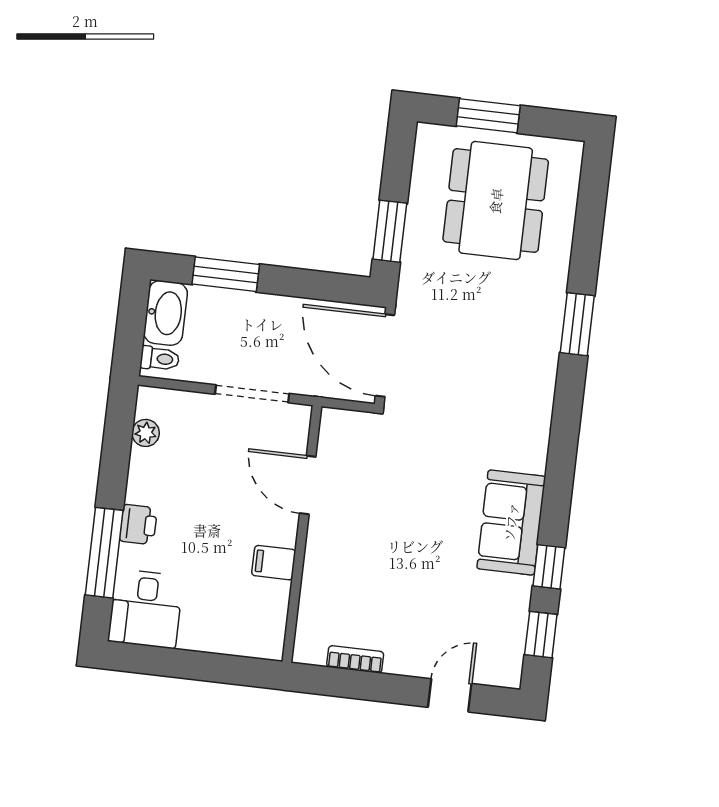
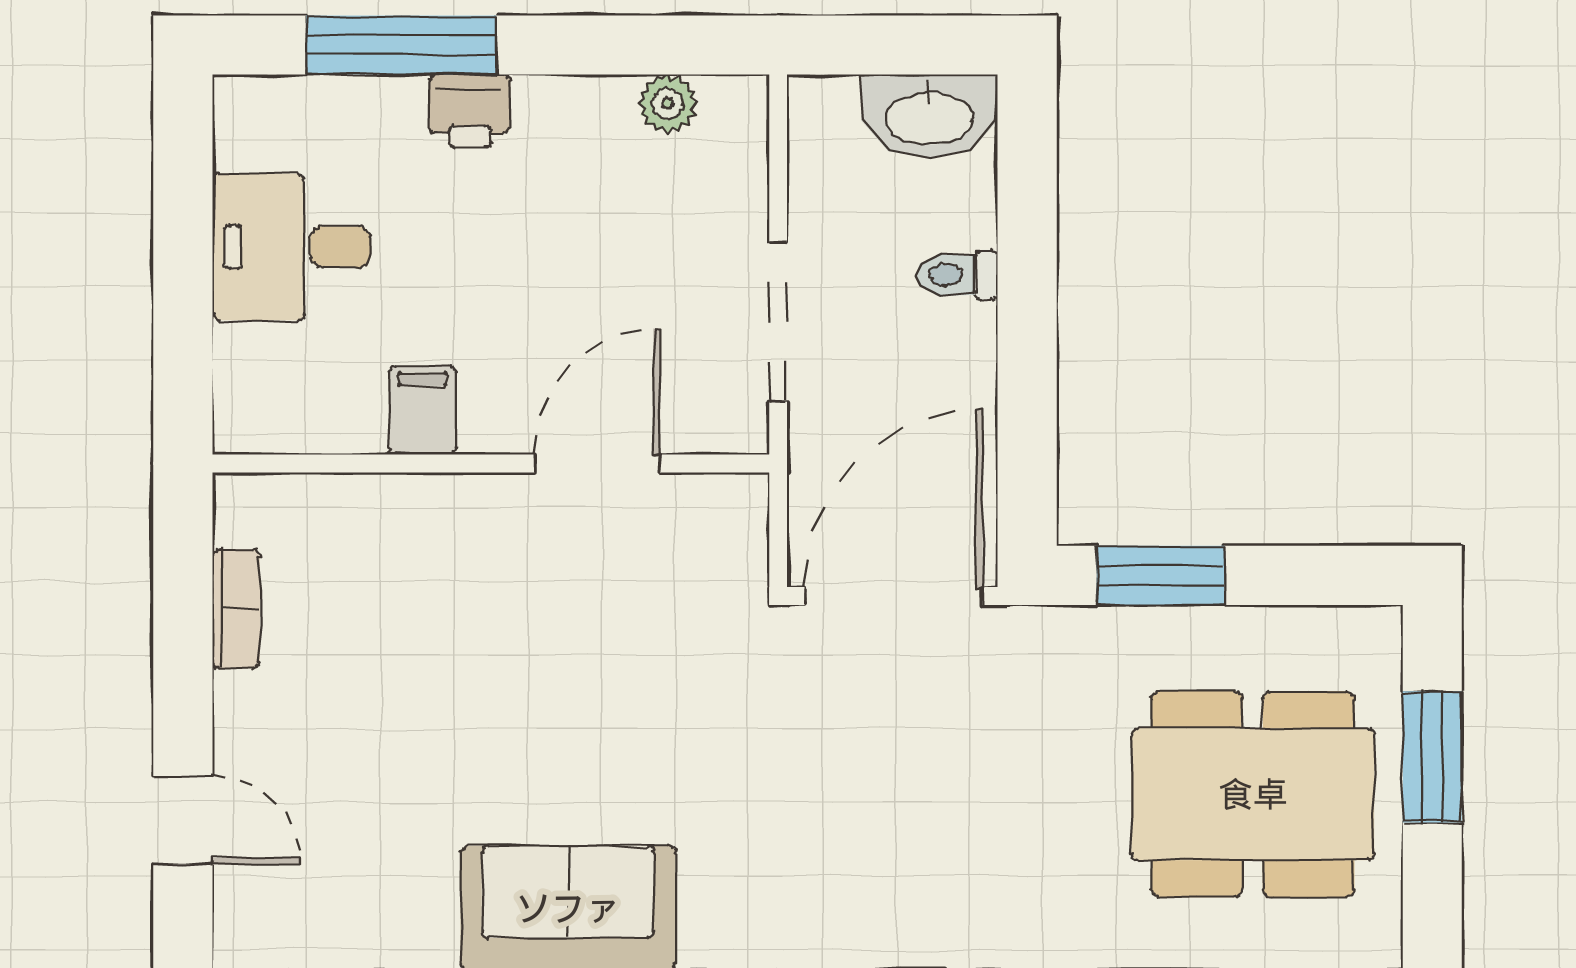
window: (226, 274) -> (1027, 235), removed
toilet: (160, 359) -> (957, 275), moved, turned 90
desk: (146, 609) -> (291, 247), moved

